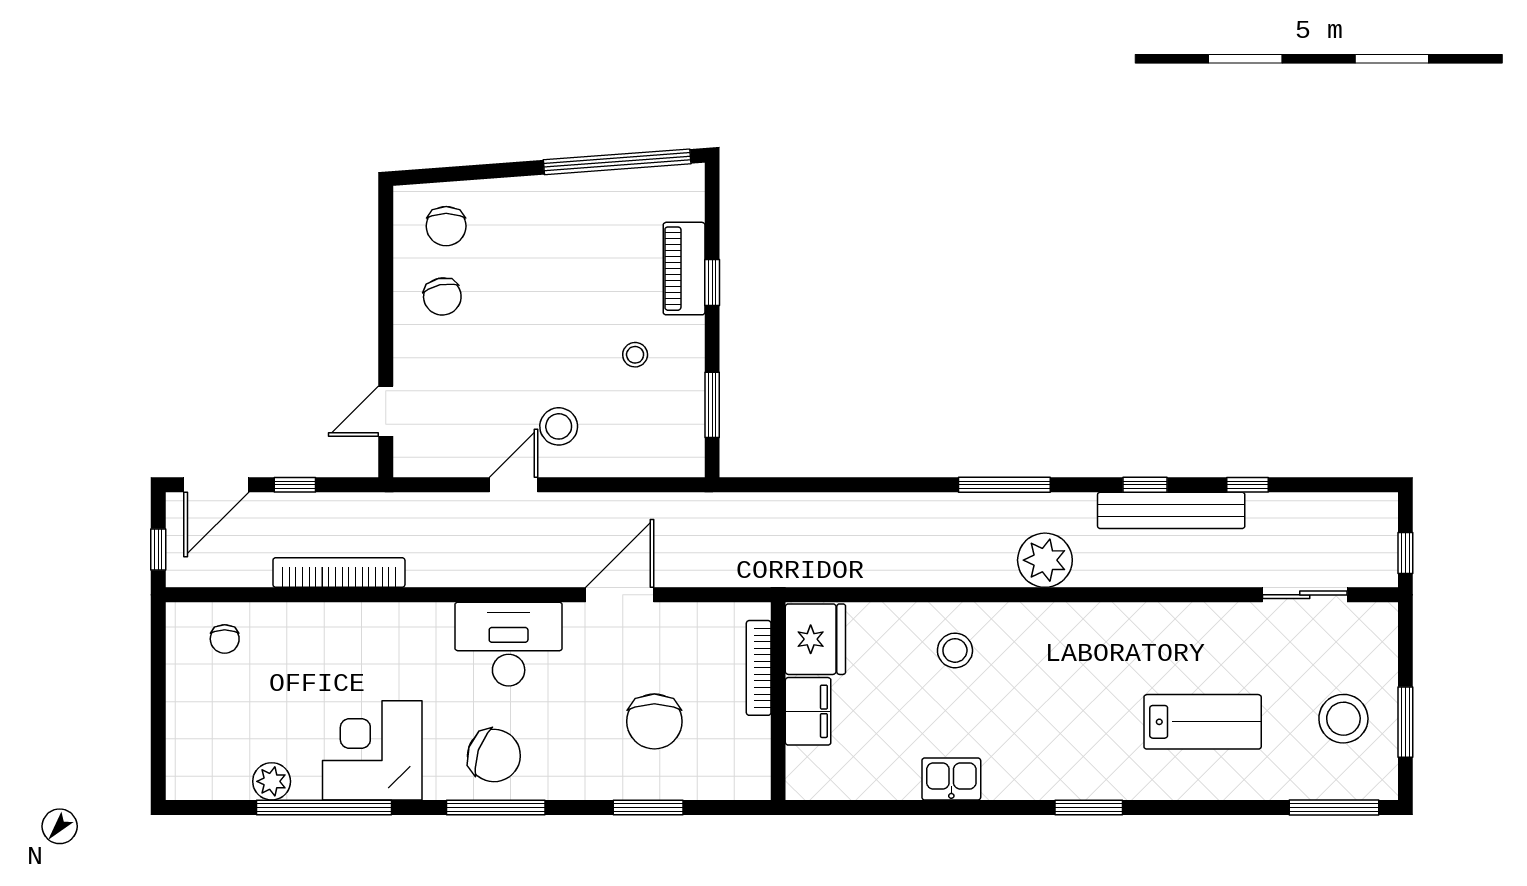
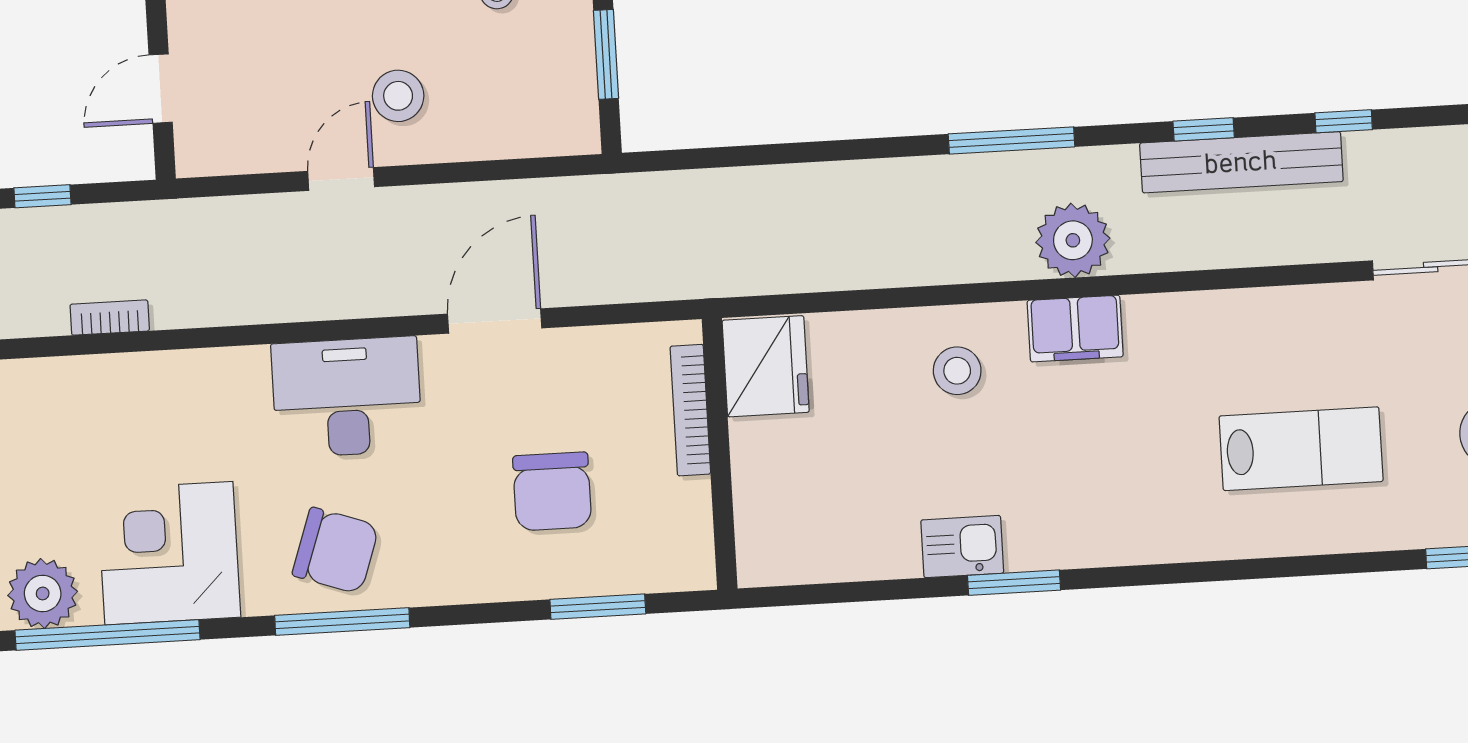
bookcase: (339, 572) -> (110, 318), width x0.43, depth x0.76
filing cabinet: (808, 711) -> (1075, 329), moved, turned 90
plant: (272, 781) -> (43, 593), width x1.36, depth x1.36
window: (648, 807) -> (598, 607), moved
window: (1089, 807) -> (1014, 583), moved

